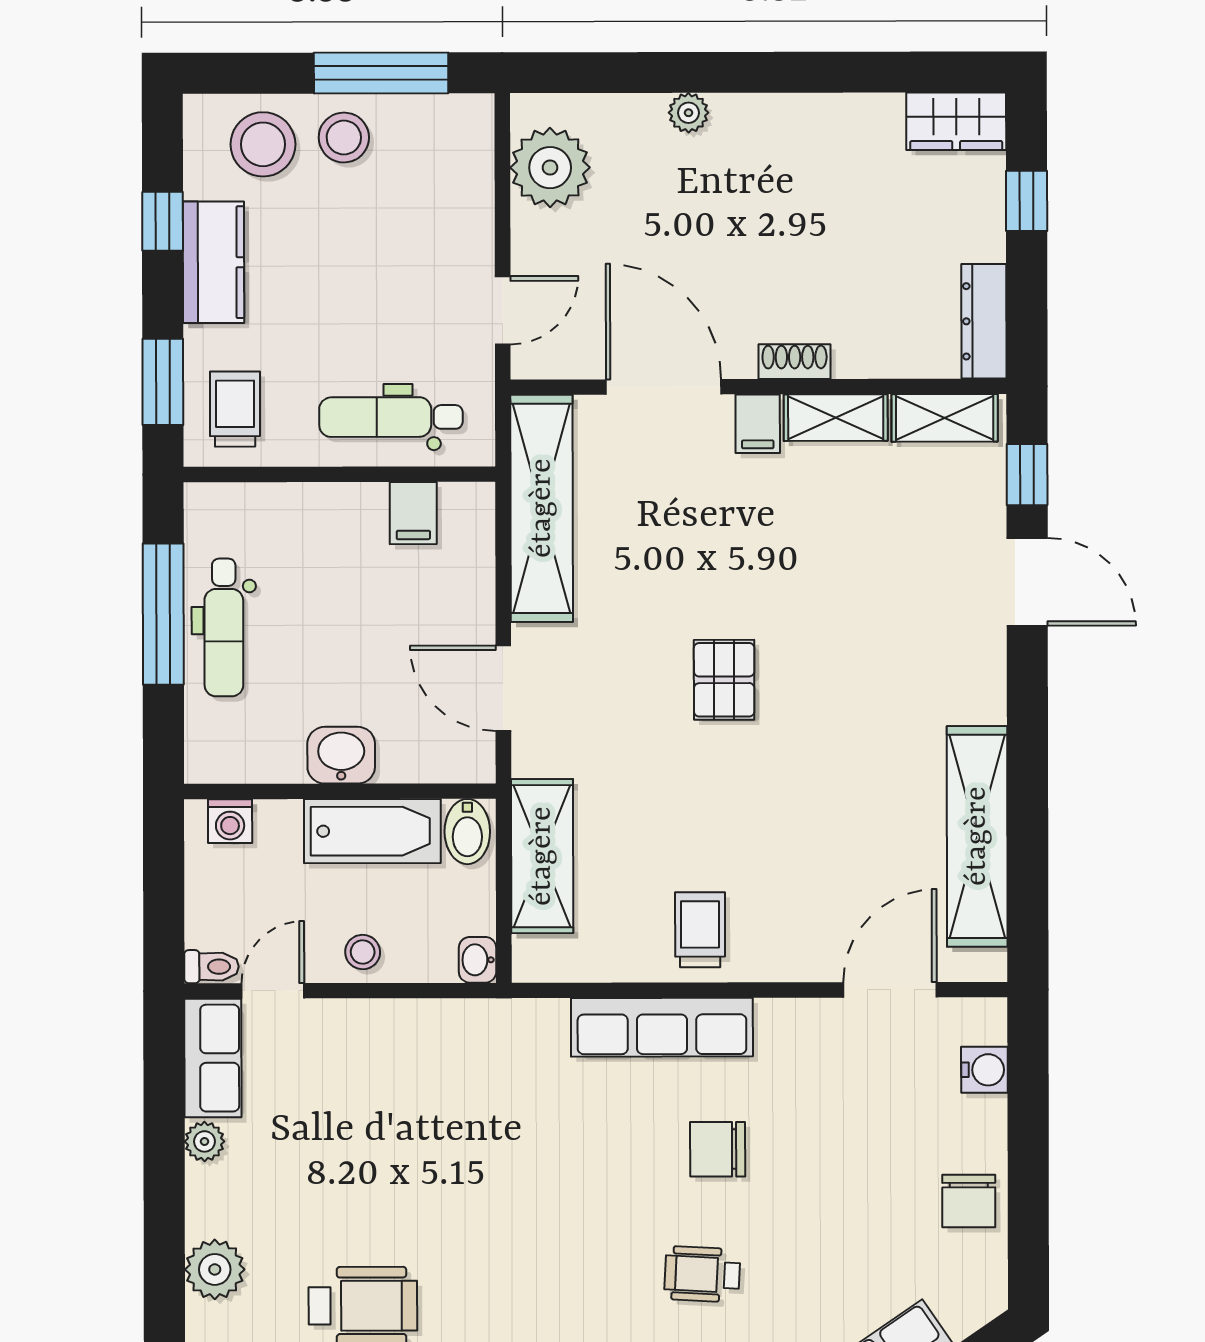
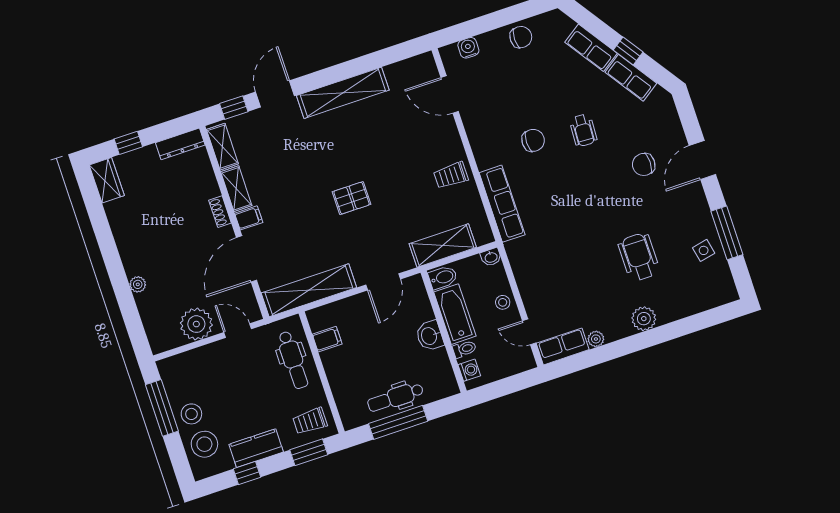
plant: (550, 168) -> (196, 324), moved
dental chair: (224, 627) -> (395, 397), turned 180
shelving: (977, 836) -> (343, 93), moved
toilet: (211, 967) -> (464, 349), moved, turned 90
row of seats: (662, 1027) -> (502, 204), moved
chair: (718, 1149) -> (533, 140), turned -90

